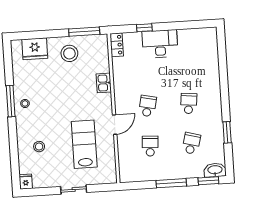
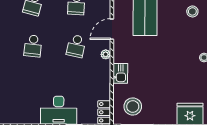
stool: (69, 53) -> (133, 106), moved
plant: (119, 100) -> (106, 54), added

